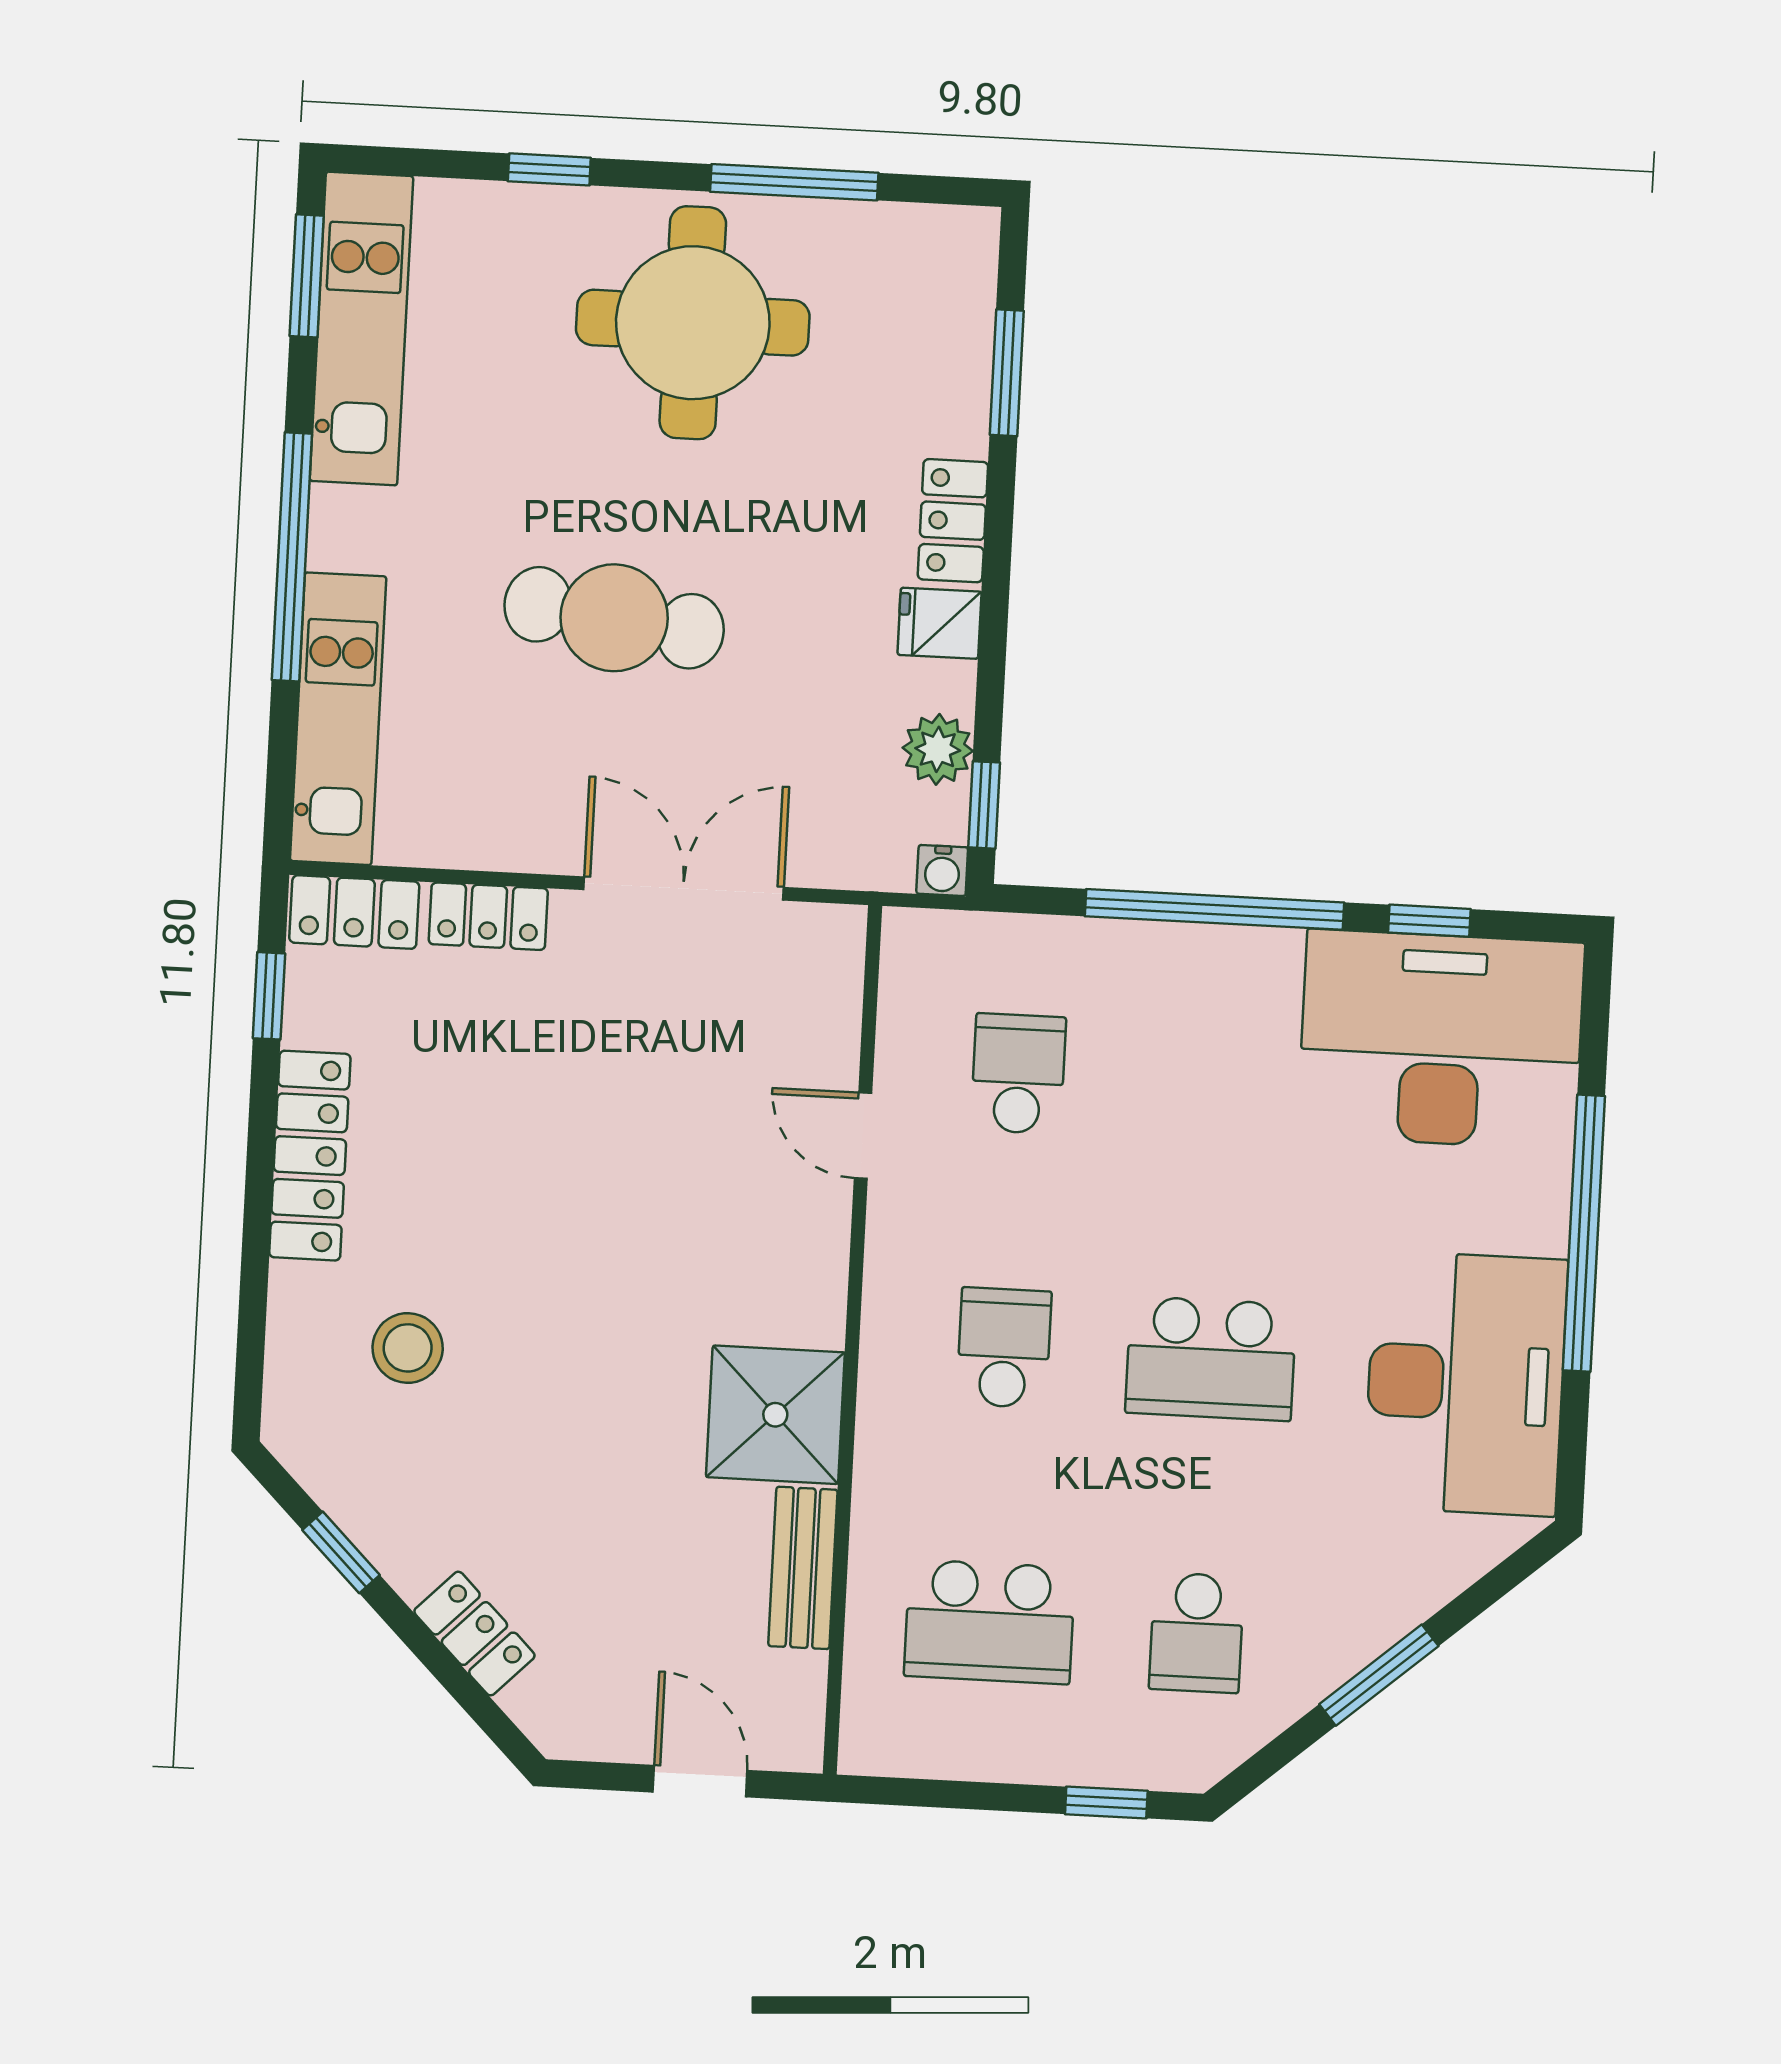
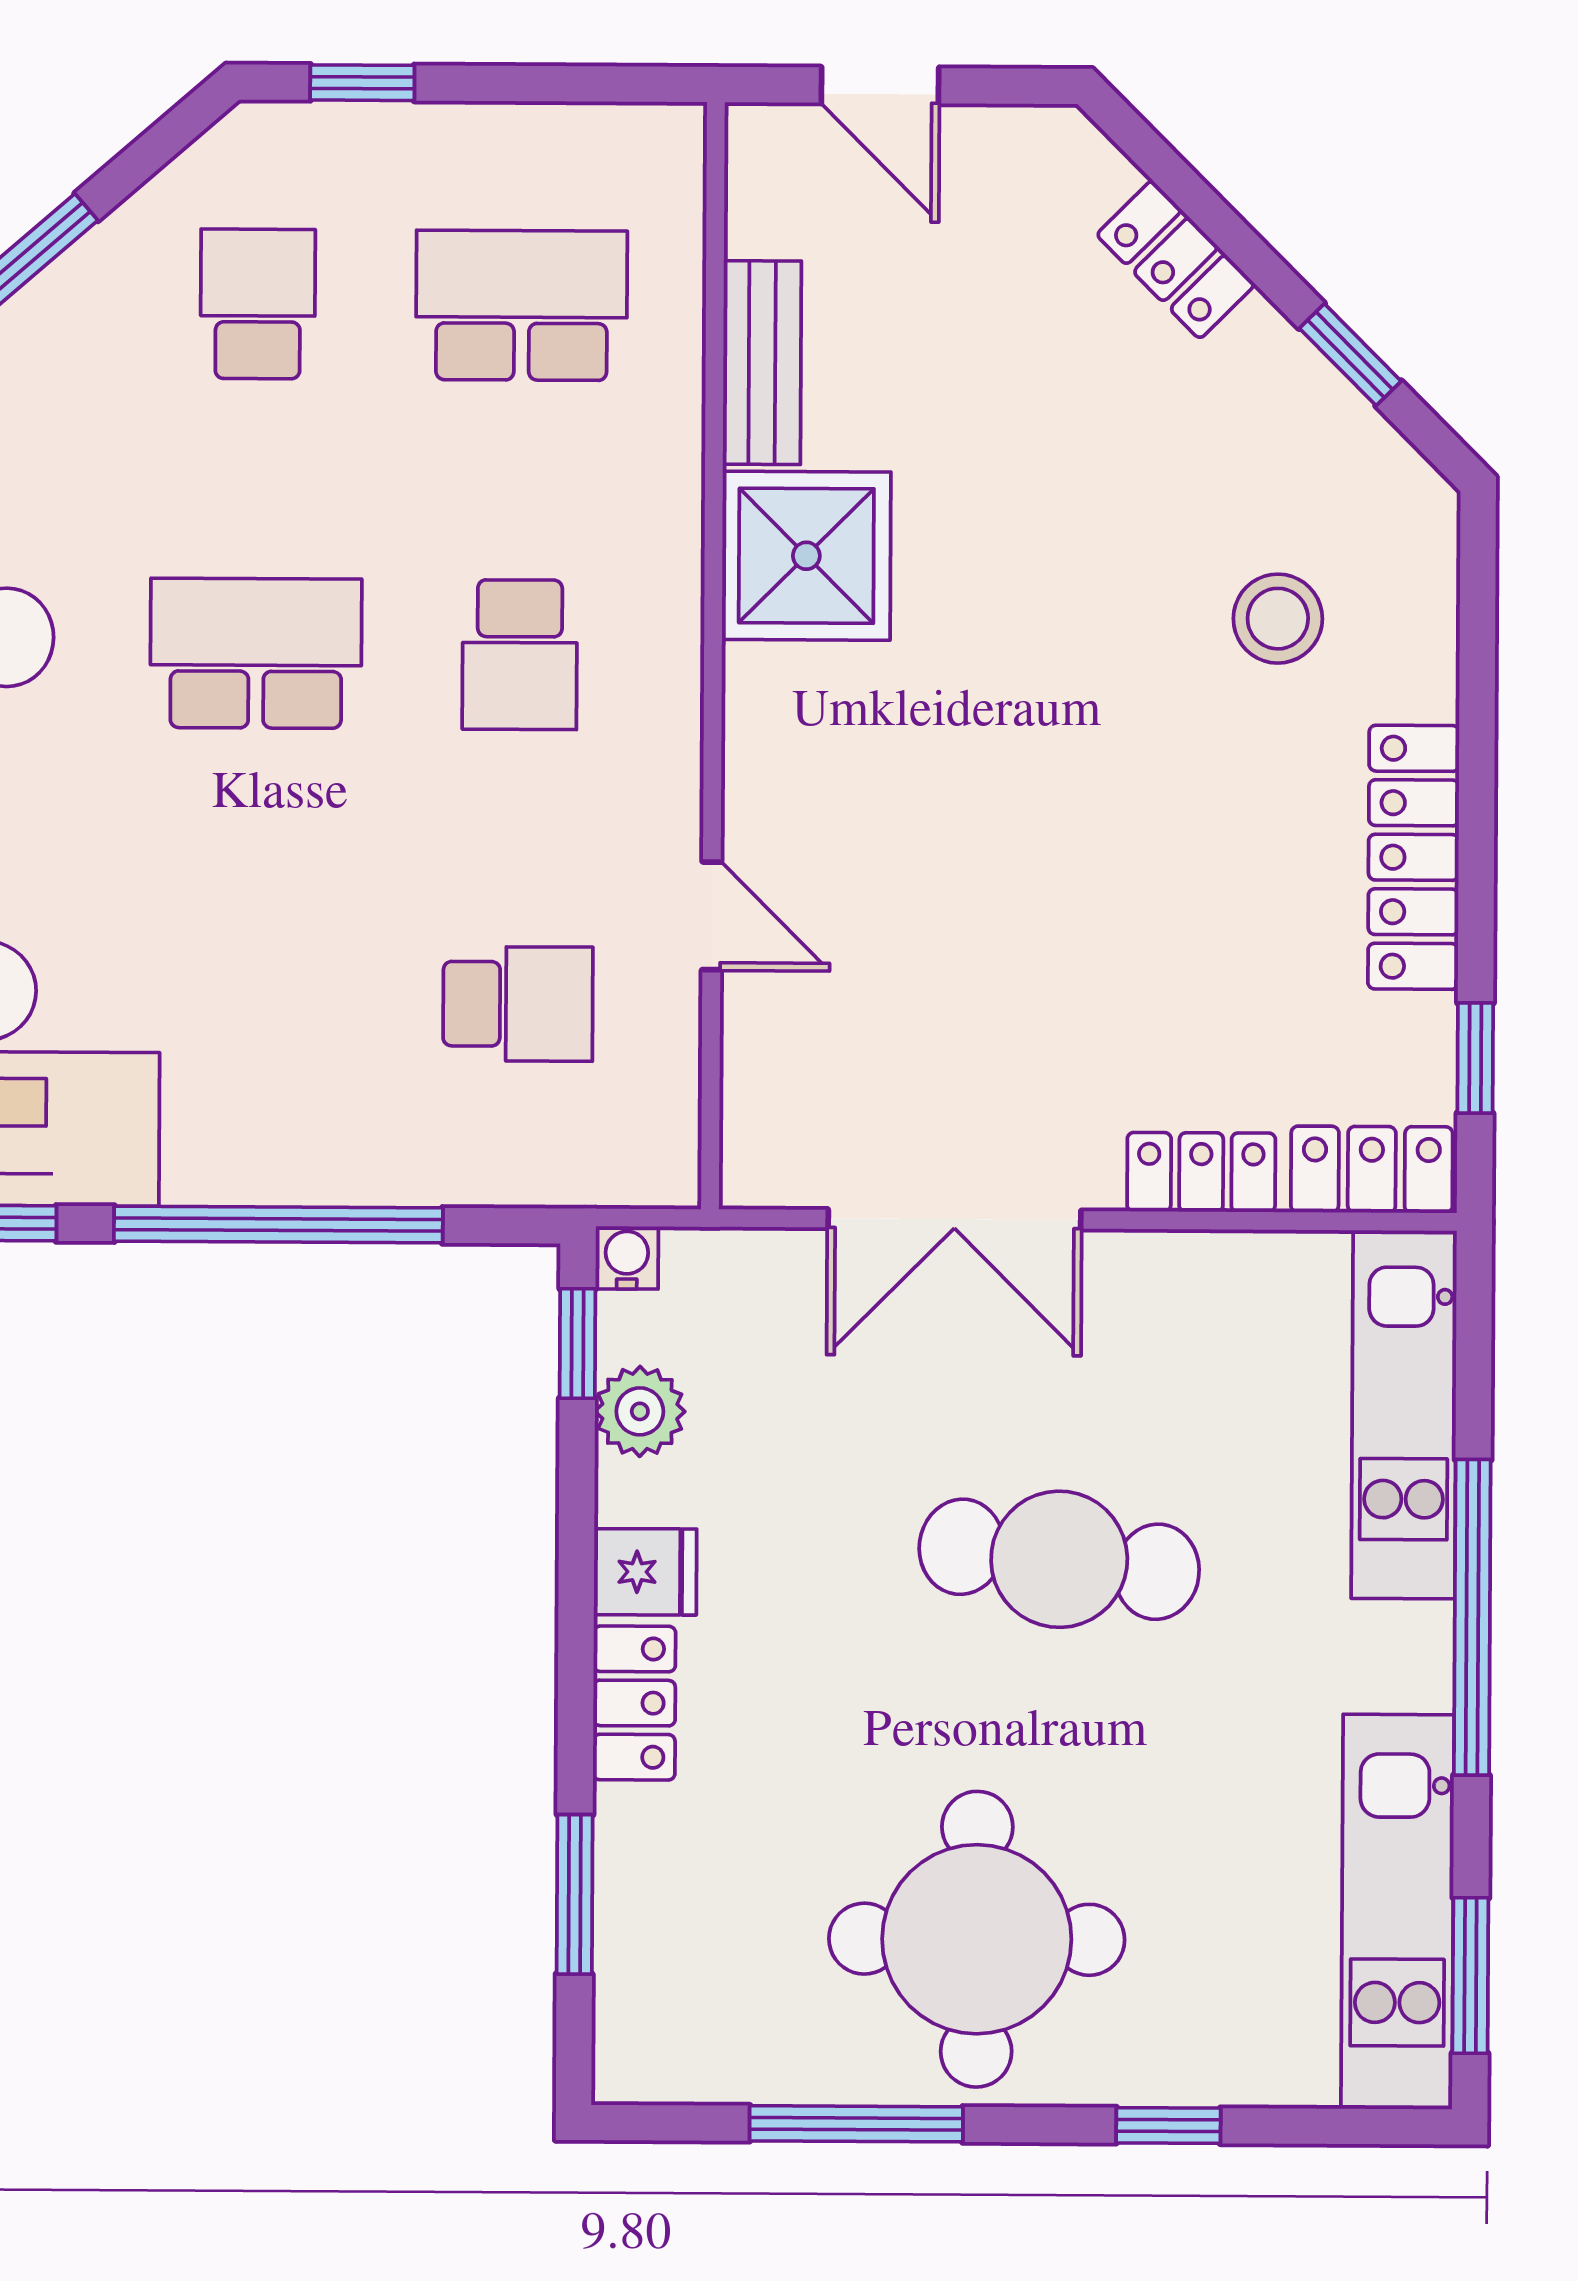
school desk: (1018, 1074) -> (518, 1004), turned -90

